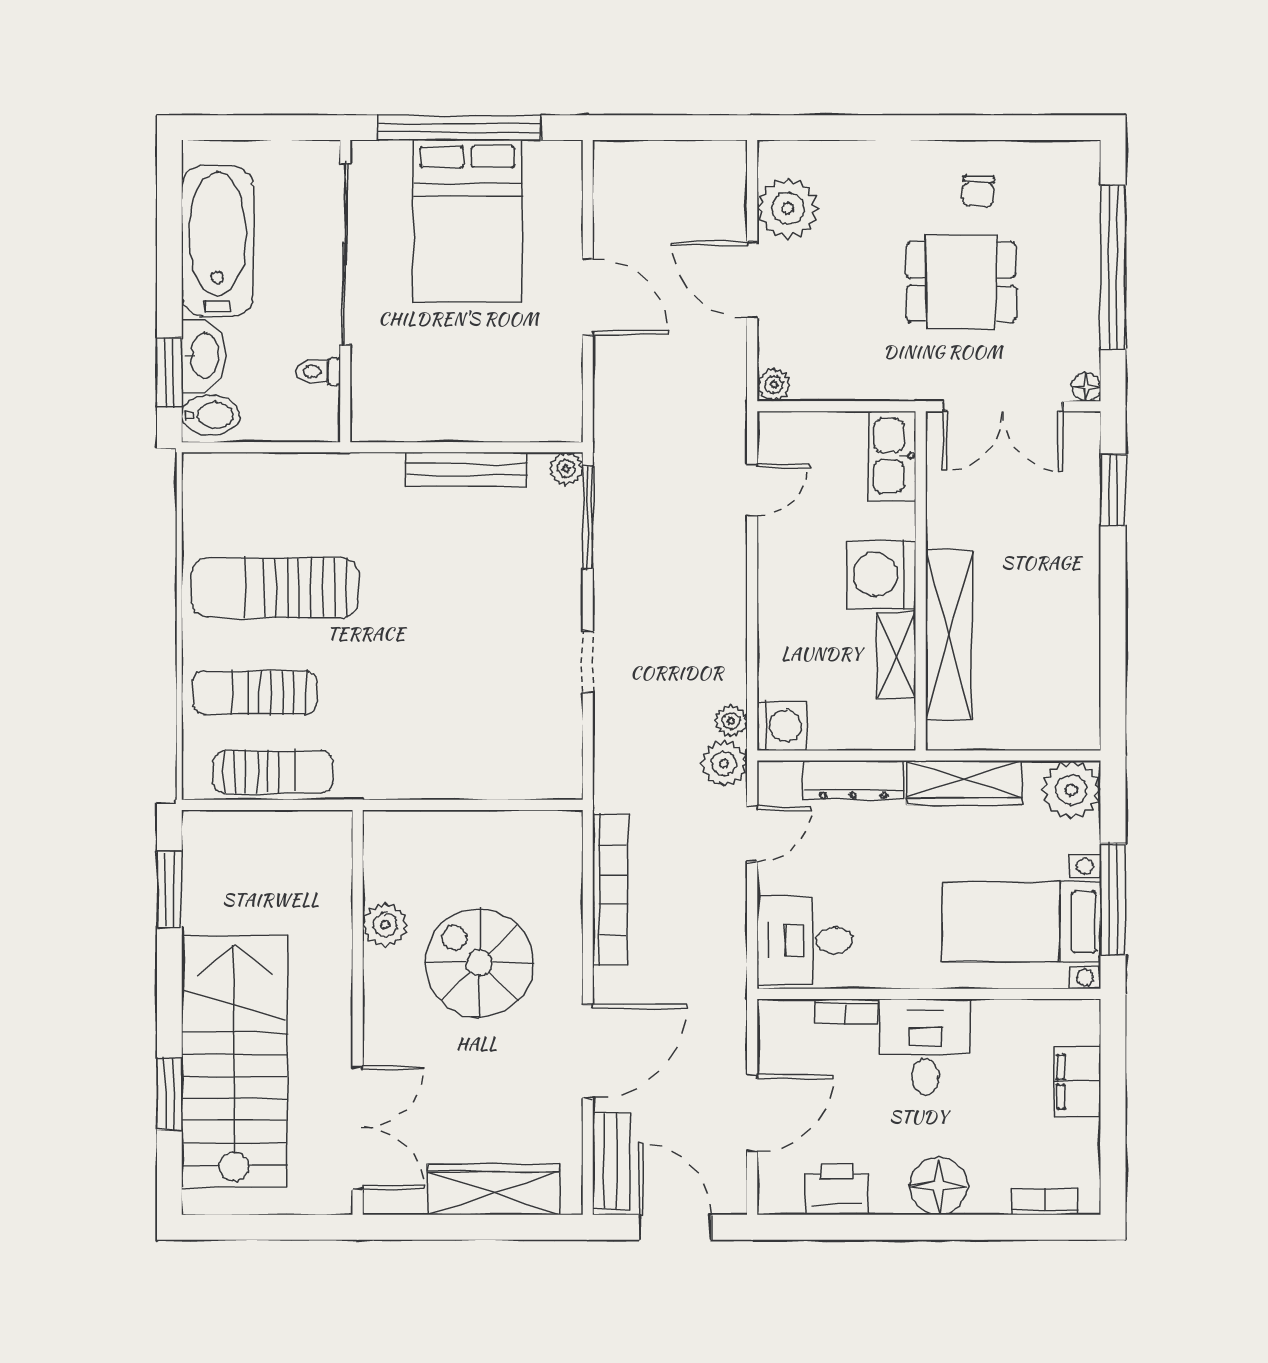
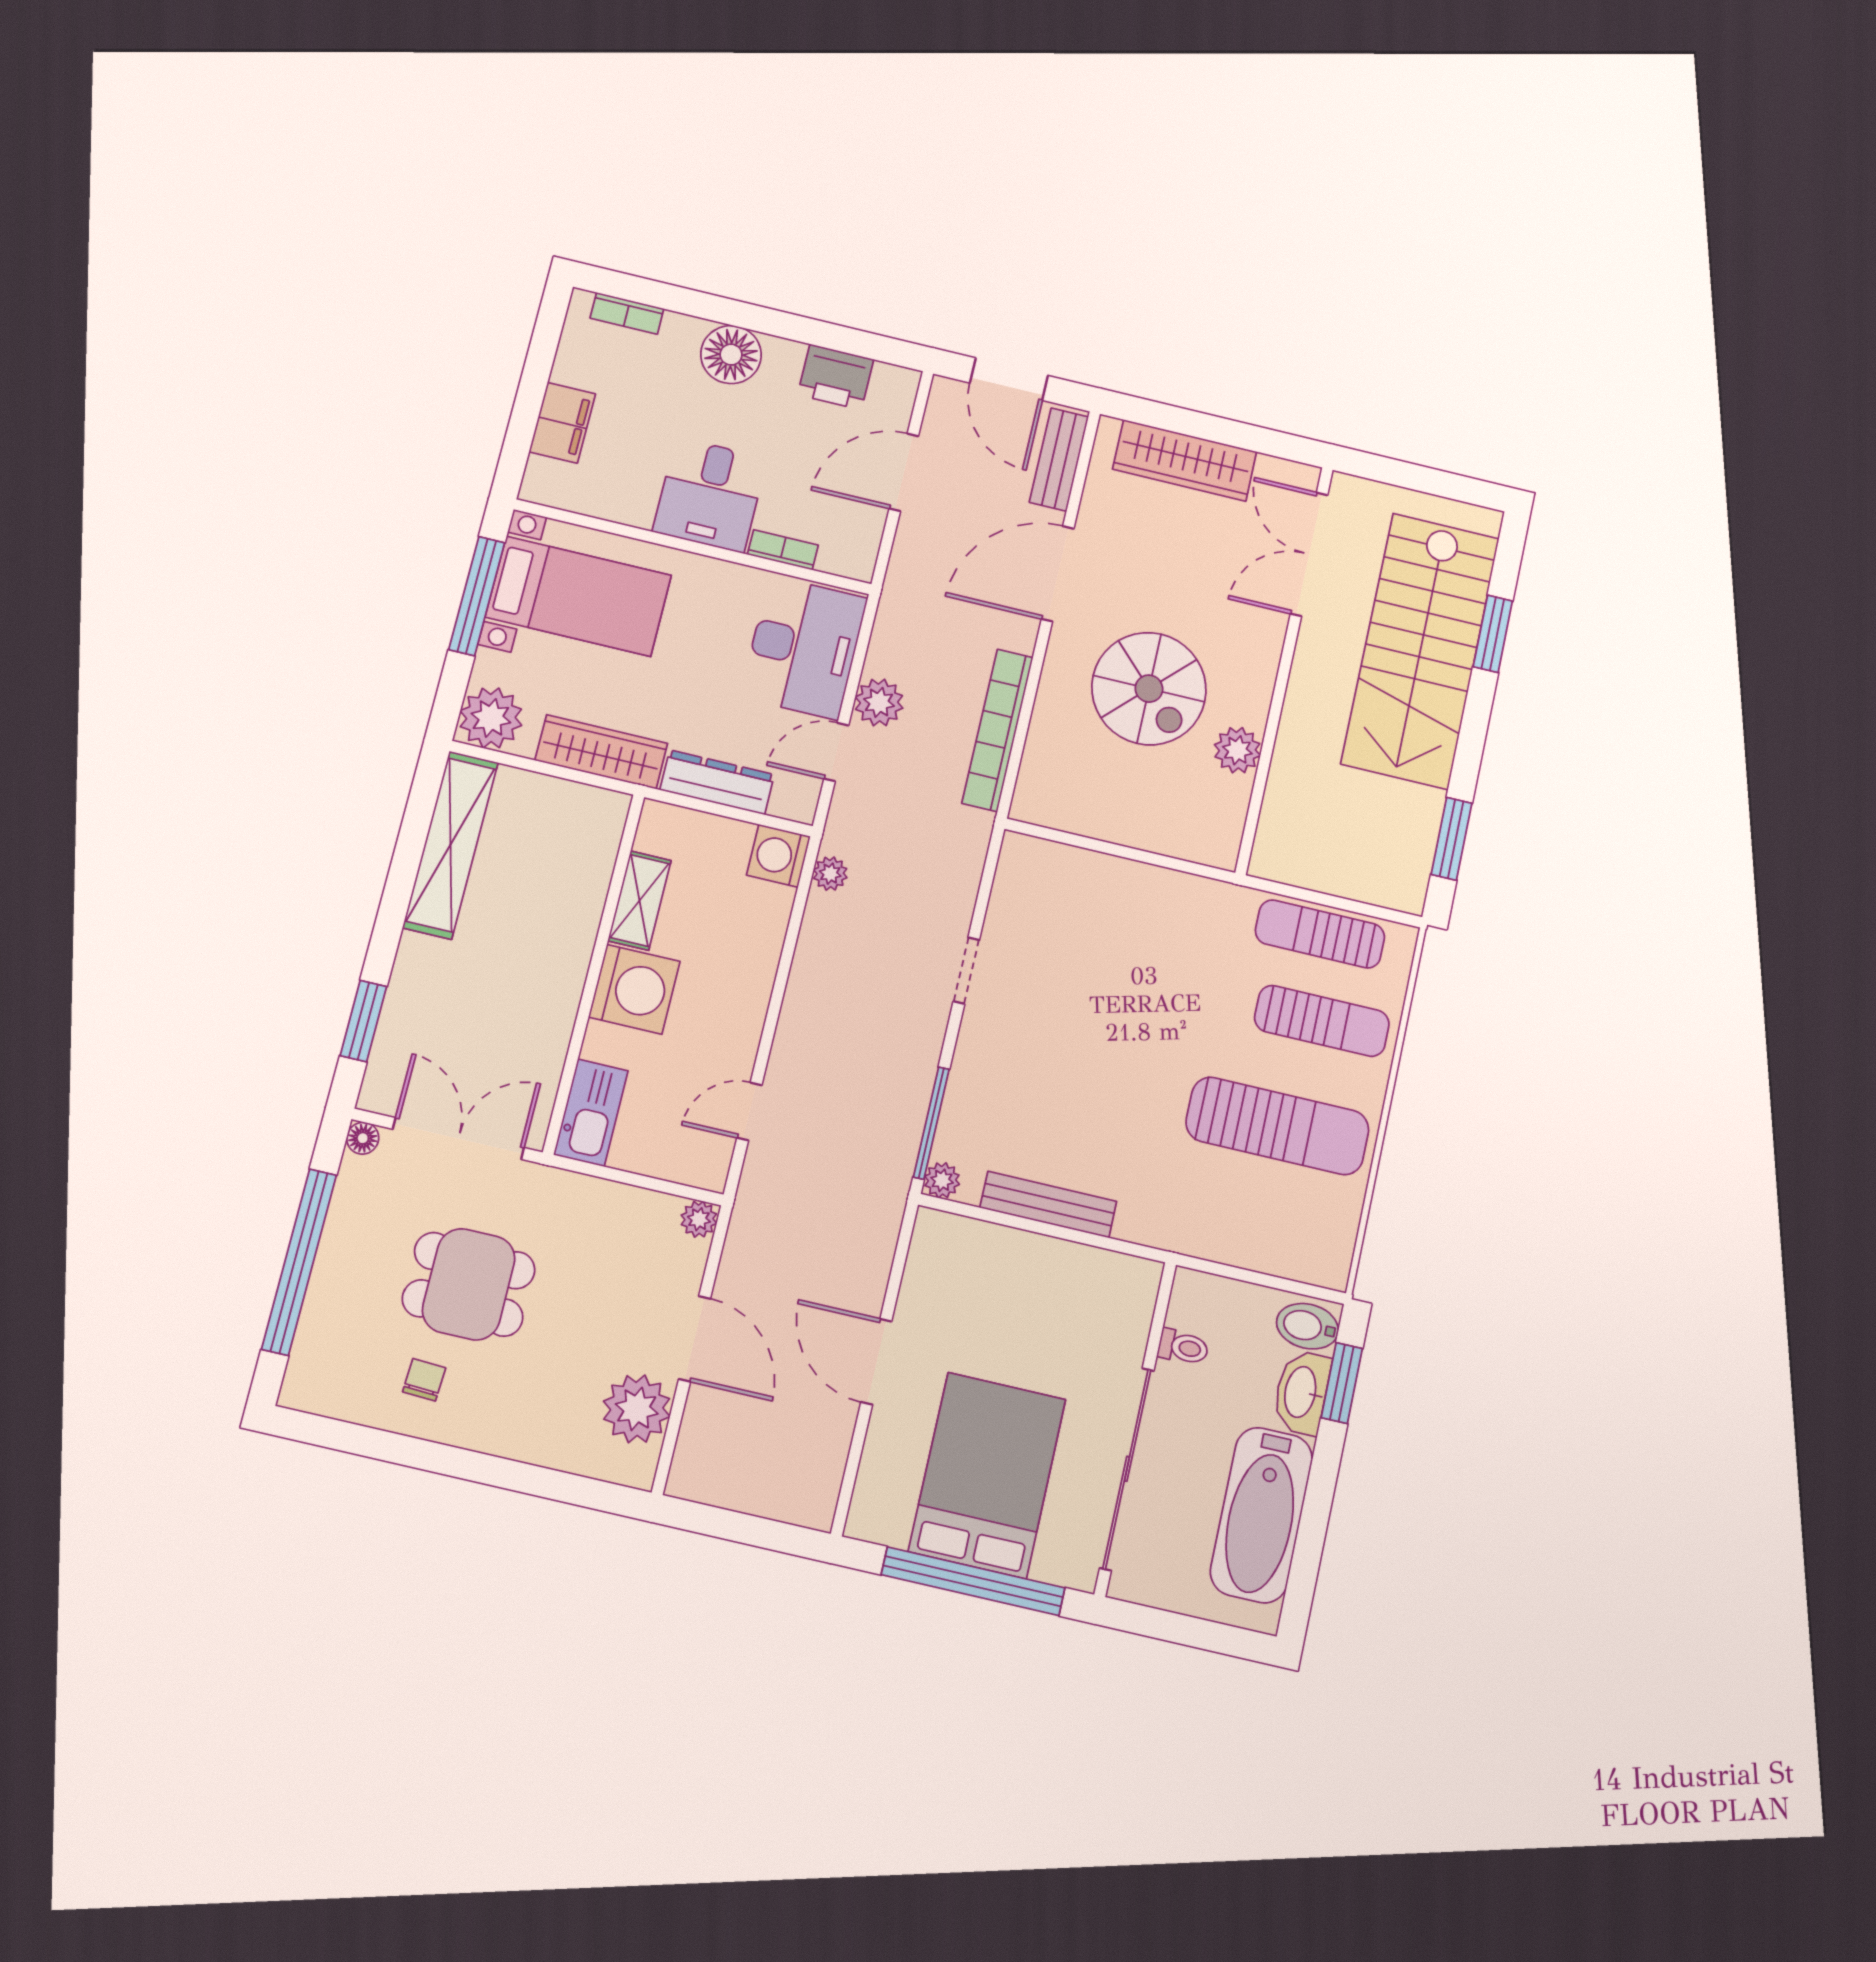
shelving: (949, 635) -> (450, 845), moved
plant: (724, 763) -> (879, 702), moved
desk: (805, 941) -> (804, 648), width x1.37

